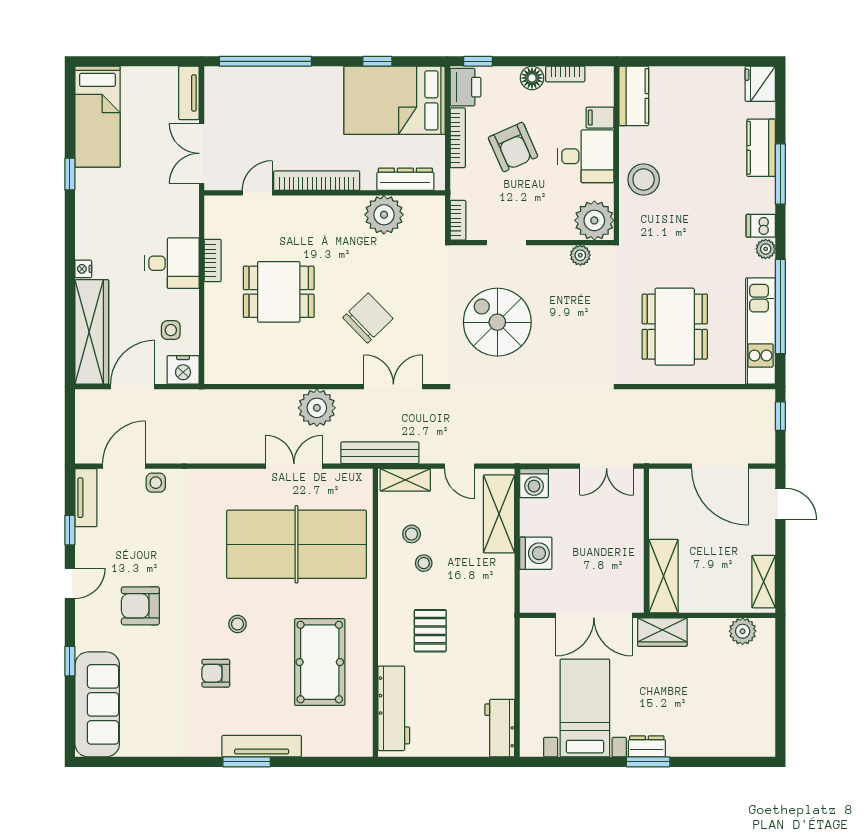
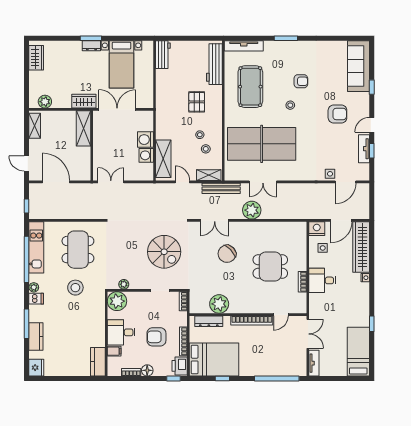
armchair: (513, 147) -> (156, 337), turned -66
stool: (644, 180) -> (75, 288), moved
washing machine: (534, 483) -> (146, 155), moved, turned -90
tv unit: (86, 498) -> (364, 149), moved
wardrobe: (761, 721) -> (36, 58), added
tv unit: (262, 746) -> (244, 46), moved

